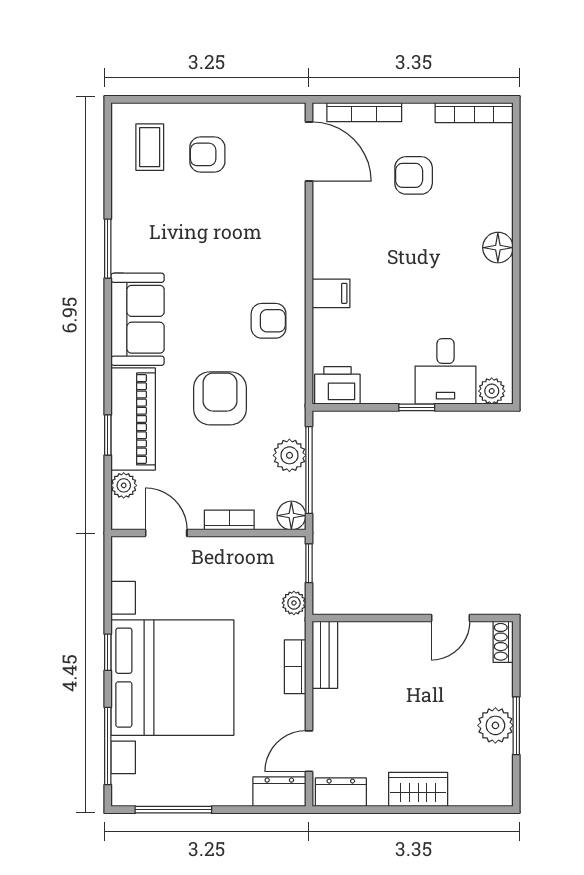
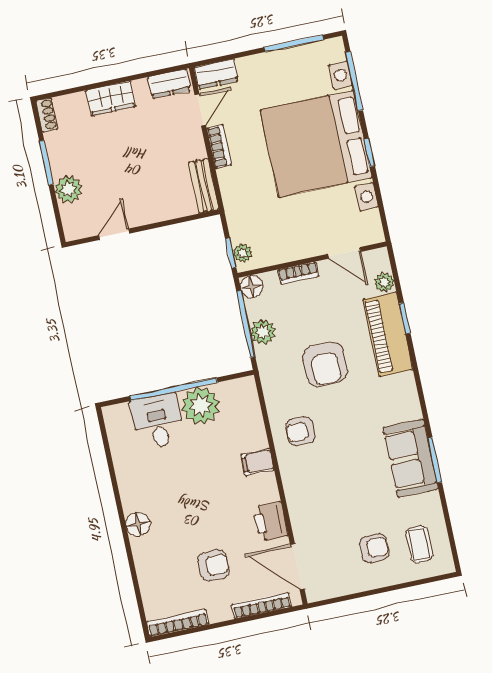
sofa: (138, 319) -> (411, 458), moved
printer: (337, 385) -> (270, 521), moved, turned 90
plant: (492, 391) -> (201, 406), moved, width x1.87, depth x1.87
window: (417, 407) -> (174, 389), width x3.17
plant: (294, 603) -> (243, 253), moved
shoe rack: (503, 642) -> (47, 115), moved
bookcase: (295, 667) -> (219, 147), moved
plant: (495, 725) -> (69, 189), moved

